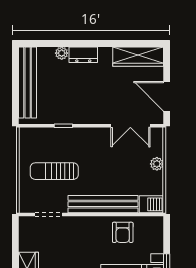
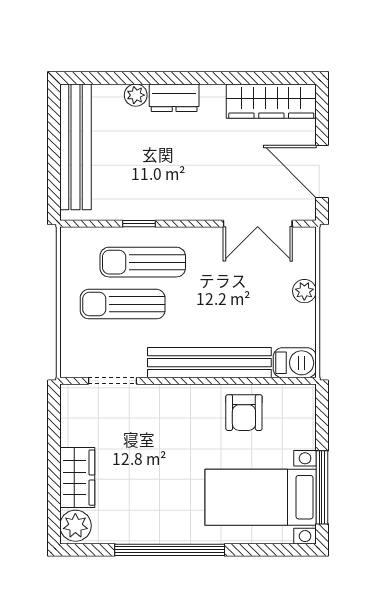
sun lounger: (66, 147) -> (143, 262), added

